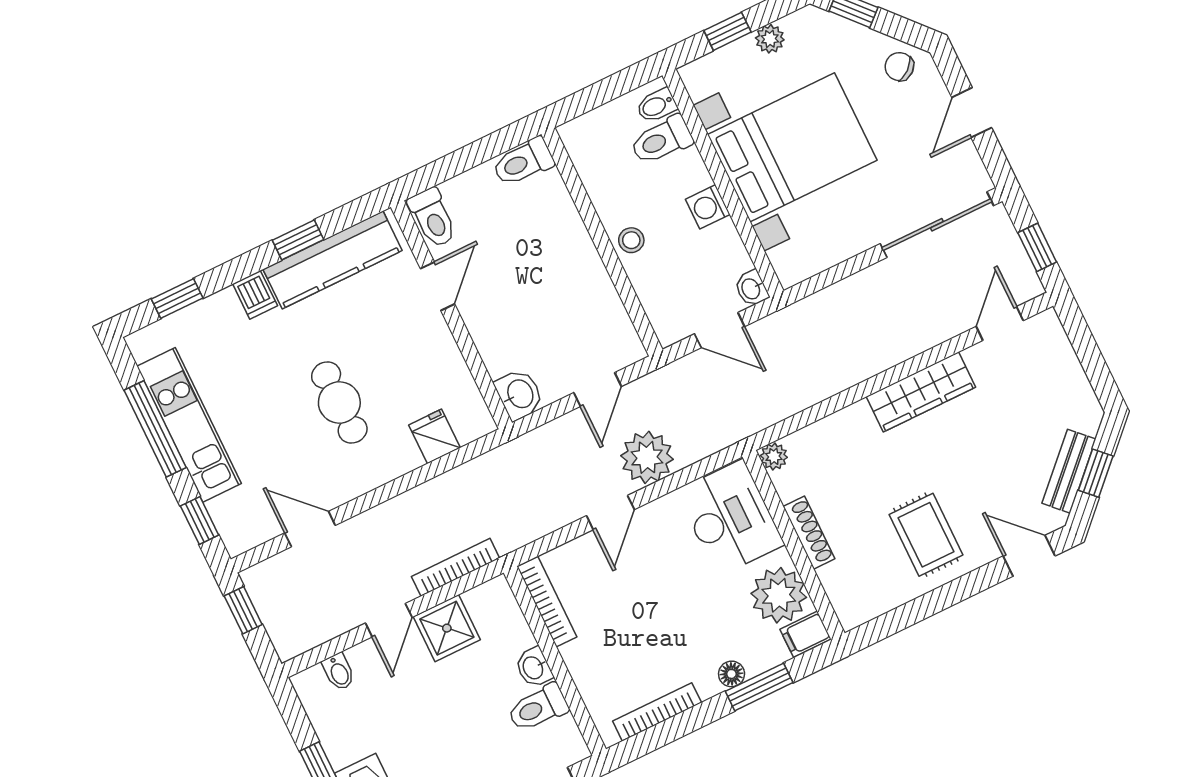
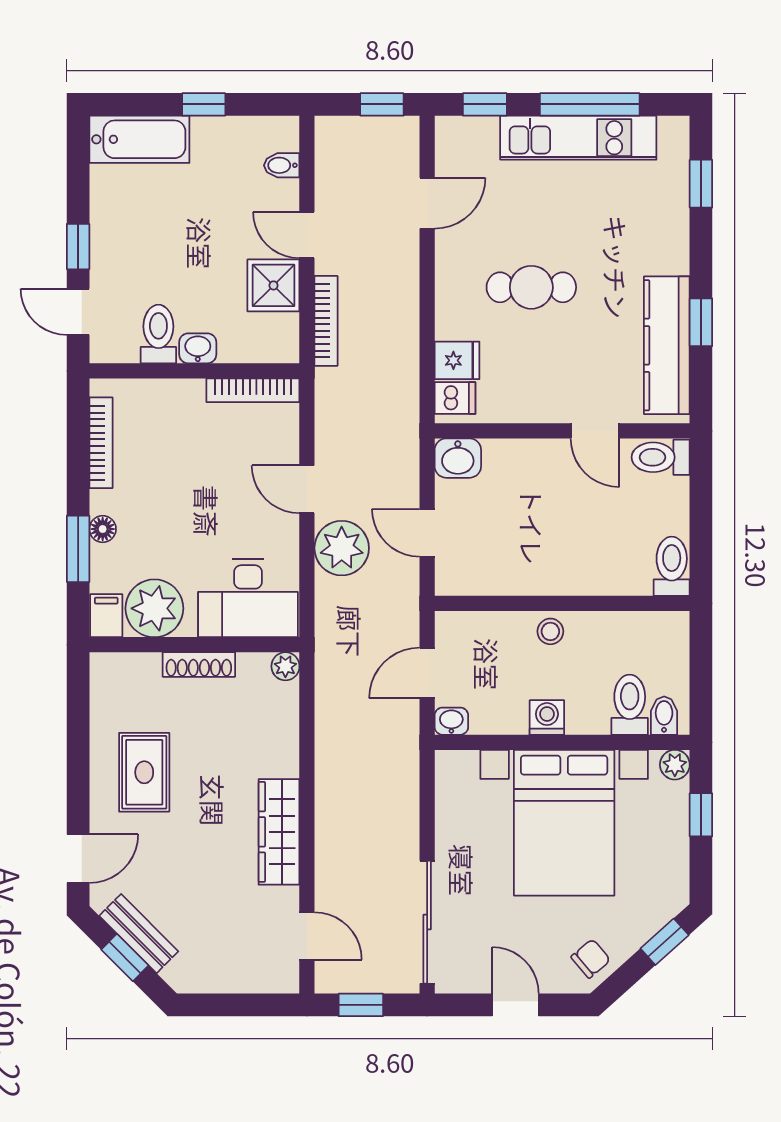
plant: (770, 39) -> (675, 765), moved
dishwasher: (255, 295) -> (455, 398), moved, turned 180
rug: (926, 535) -> (144, 772), turned 90

